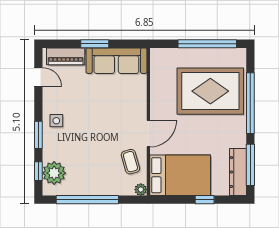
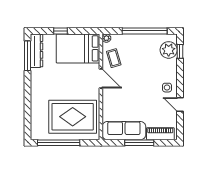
window: (95, 44) -> (139, 143), width x1.44
door: (38, 77) -> (180, 104), moved
rug: (210, 91) -> (73, 117), moved
window: (250, 103) -> (28, 100), removed
door: (148, 133) -> (101, 78), swing flipped
window: (38, 135) -> (180, 77), removed

